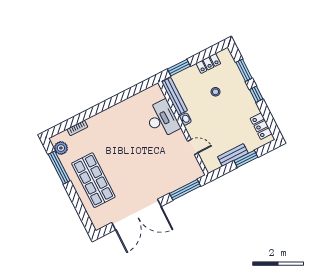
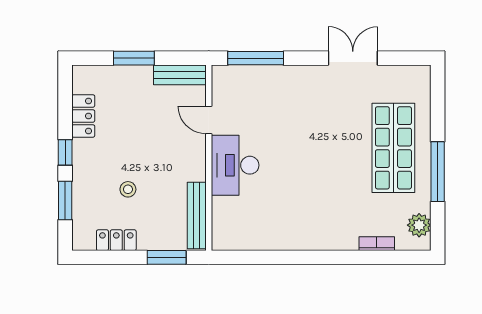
desk: (162, 119) -> (235, 165), moved
washbasin: (185, 119) -> (198, 170), removed
locker: (261, 126) -> (83, 116), moved
bench: (233, 155) -> (180, 75), moved
window: (59, 168) -> (438, 172), moved
double door: (137, 215) -> (353, 58), width x0.54

